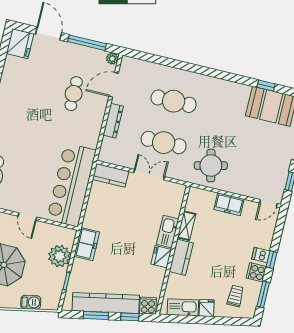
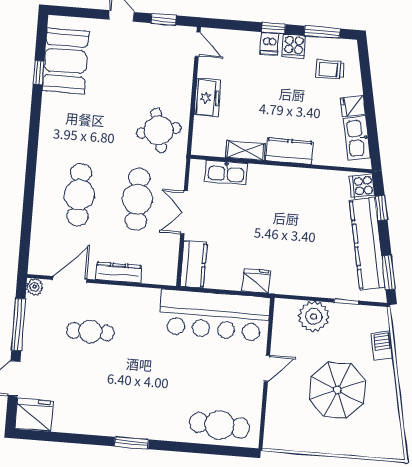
door: (114, 85) -> (70, 279), swing flipped
kitchen sink: (168, 232) -> (226, 172), moved
freezer: (87, 244) -> (291, 282), removed
fridge: (161, 257) -> (256, 281), moved, turned 180
window: (96, 315) -> (388, 273), moved

